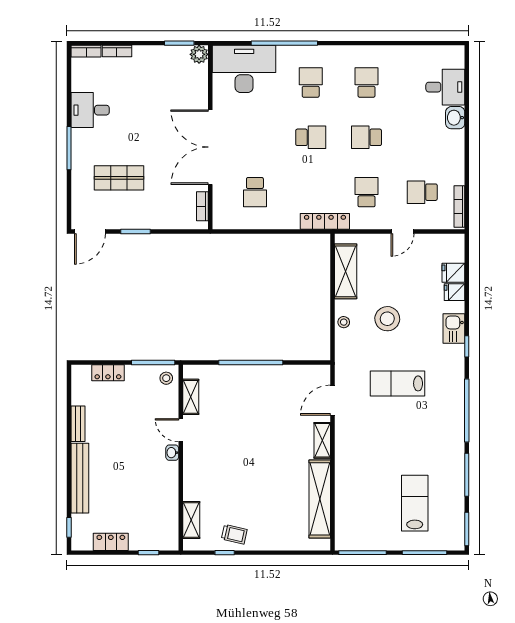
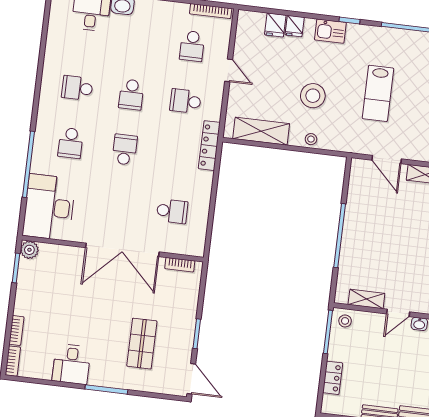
school desk: (311, 83) -> (71, 143), turned -90

